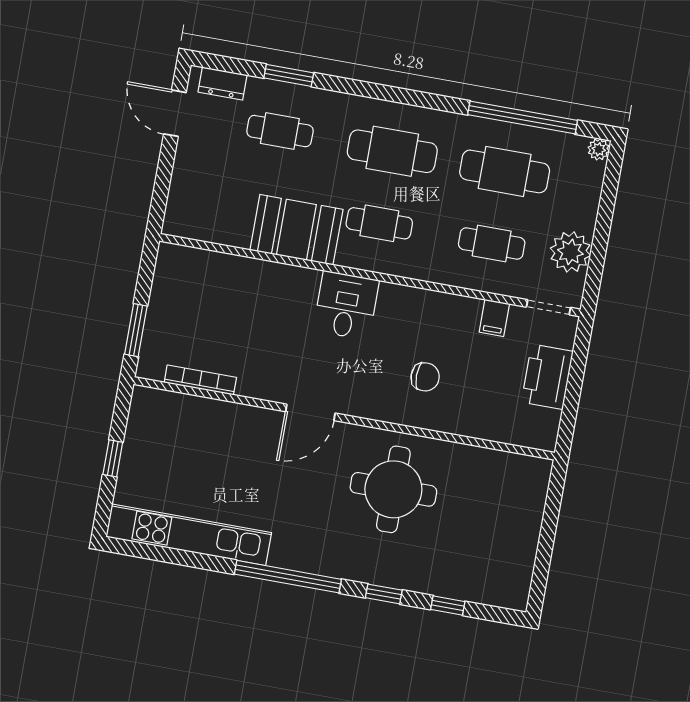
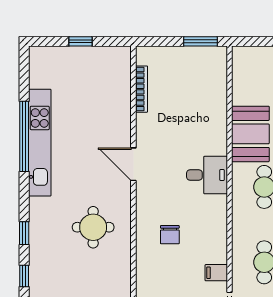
window: (136, 330) -> (201, 41), moved
round table: (393, 489) -> (93, 227), width x0.73, depth x0.73
kitchen unit: (189, 535) -> (40, 143), moved
window: (288, 577) -> (24, 136), moved

